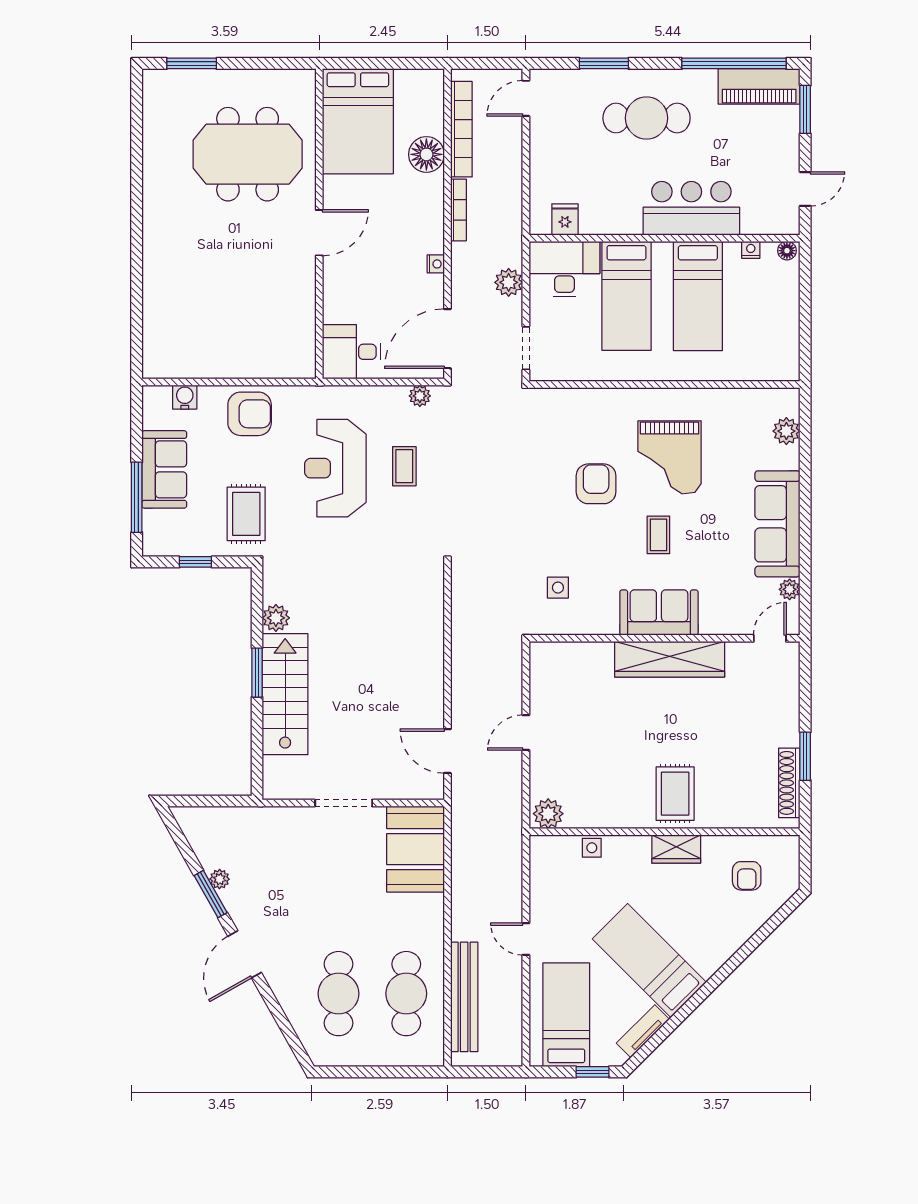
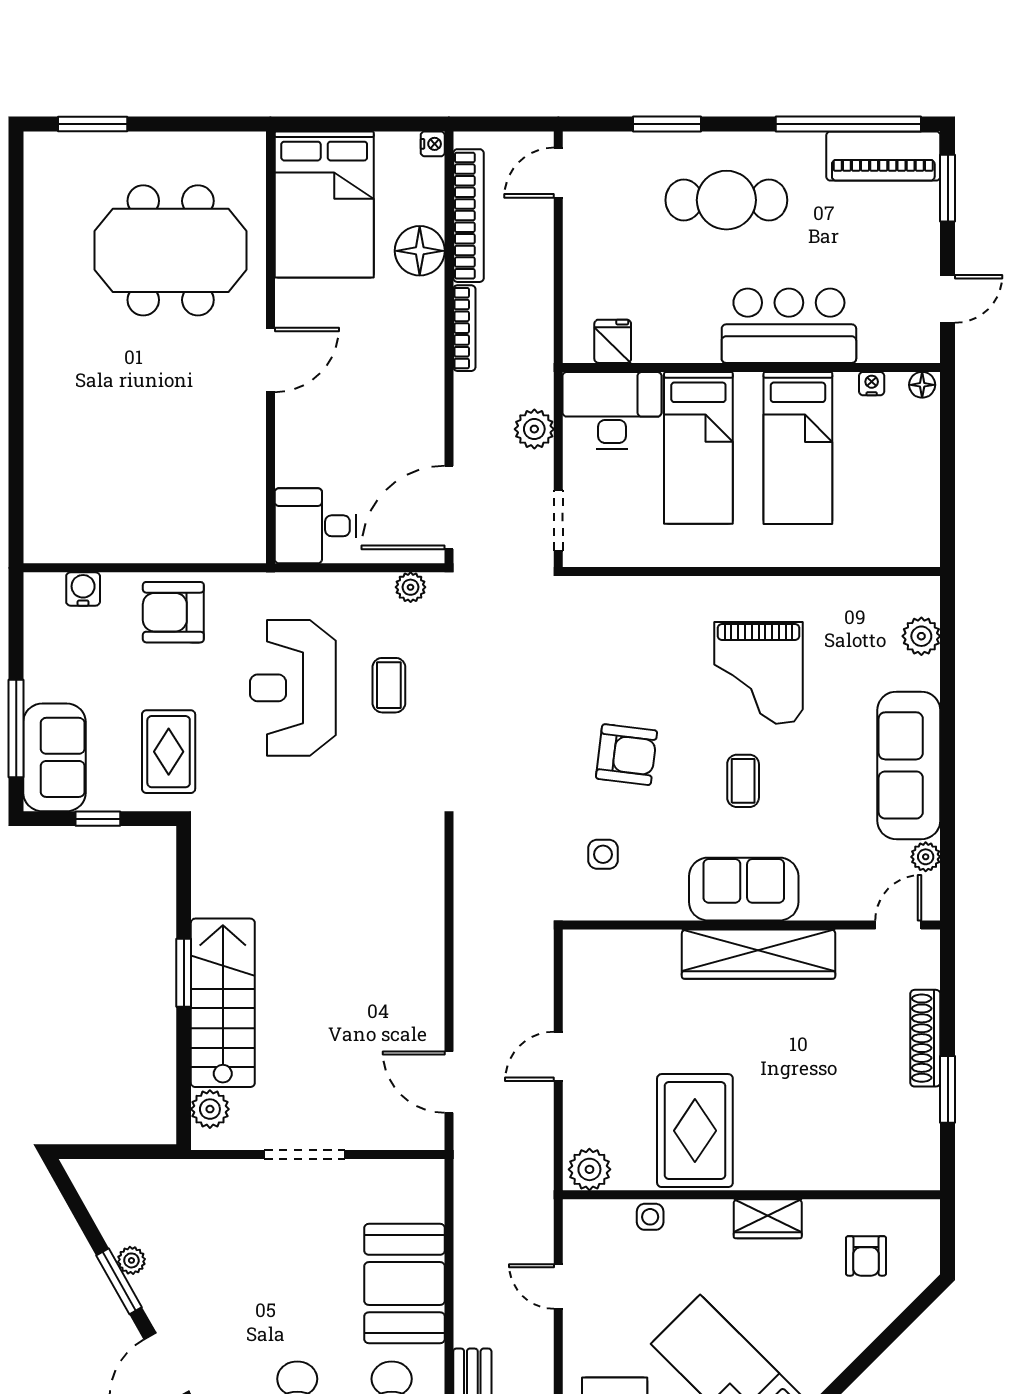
nightstand: (436, 264) -> (433, 144), moved
armchair: (250, 414) -> (173, 612), turned 180
sofa: (164, 469) -> (54, 757), moved
armchair: (596, 484) -> (627, 755), moved, turned 97
plant: (276, 618) -> (210, 1109), moved
shoe rack: (789, 783) -> (925, 1038), moved
rug: (675, 794) -> (695, 1131), moved, width x1.36, depth x1.43
booth: (415, 849) -> (404, 1284), moved
door: (526, 939) -> (558, 1287), moved

